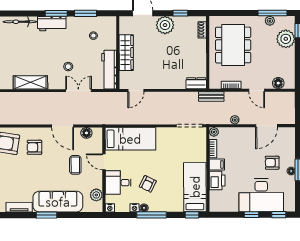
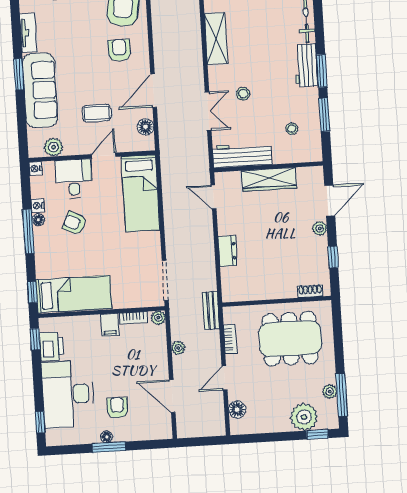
plant: (165, 25) -> (320, 228), width x0.53, depth x0.53
dresser: (196, 83) -> (227, 251), moved
printer: (217, 180) -> (52, 346), moved, turned -90
window: (251, 215) -> (35, 339), moved

